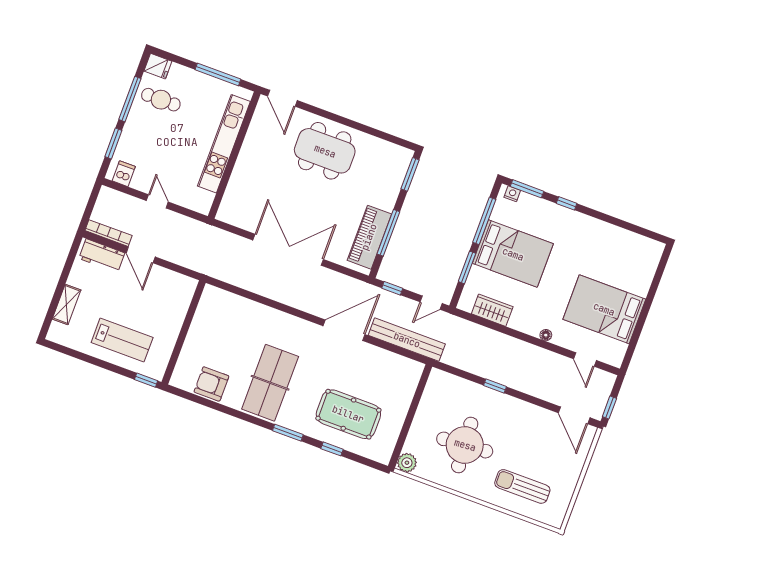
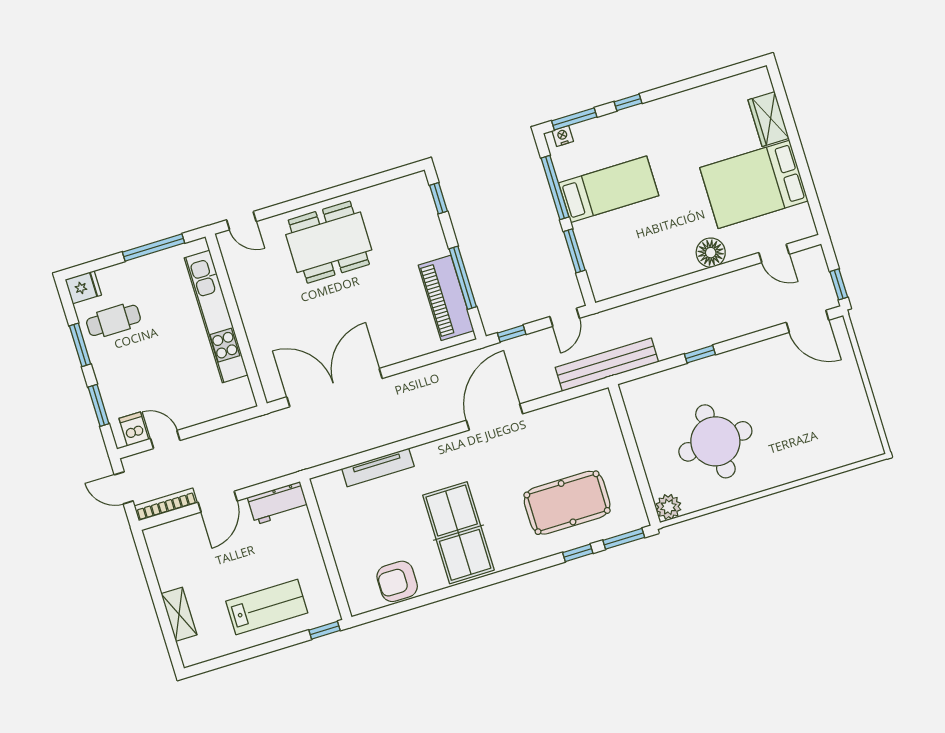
door: (282, 98) -> (241, 221), width x0.73
window: (130, 99) -> (80, 345), width x0.69
window: (410, 174) -> (438, 198), width x0.67
door: (157, 201) -> (165, 439), moved
door: (91, 204) -> (124, 488), added
double door: (288, 250) -> (335, 388), moved
bed: (513, 254) -> (609, 189), width x0.67
door: (141, 255) -> (218, 502), hinge flipped
workbench: (102, 256) -> (278, 503), moved
tv unit: (252, 307) -> (378, 467), added
wardrobe: (492, 310) -> (768, 119), moved, turned -90
floor lamp: (546, 335) -> (711, 253), width x1.89, depth x1.89
bench: (407, 340) -> (607, 365), moved
window: (288, 433) -> (624, 539), moved
sun lounger: (522, 486) -> (810, 439), removed

